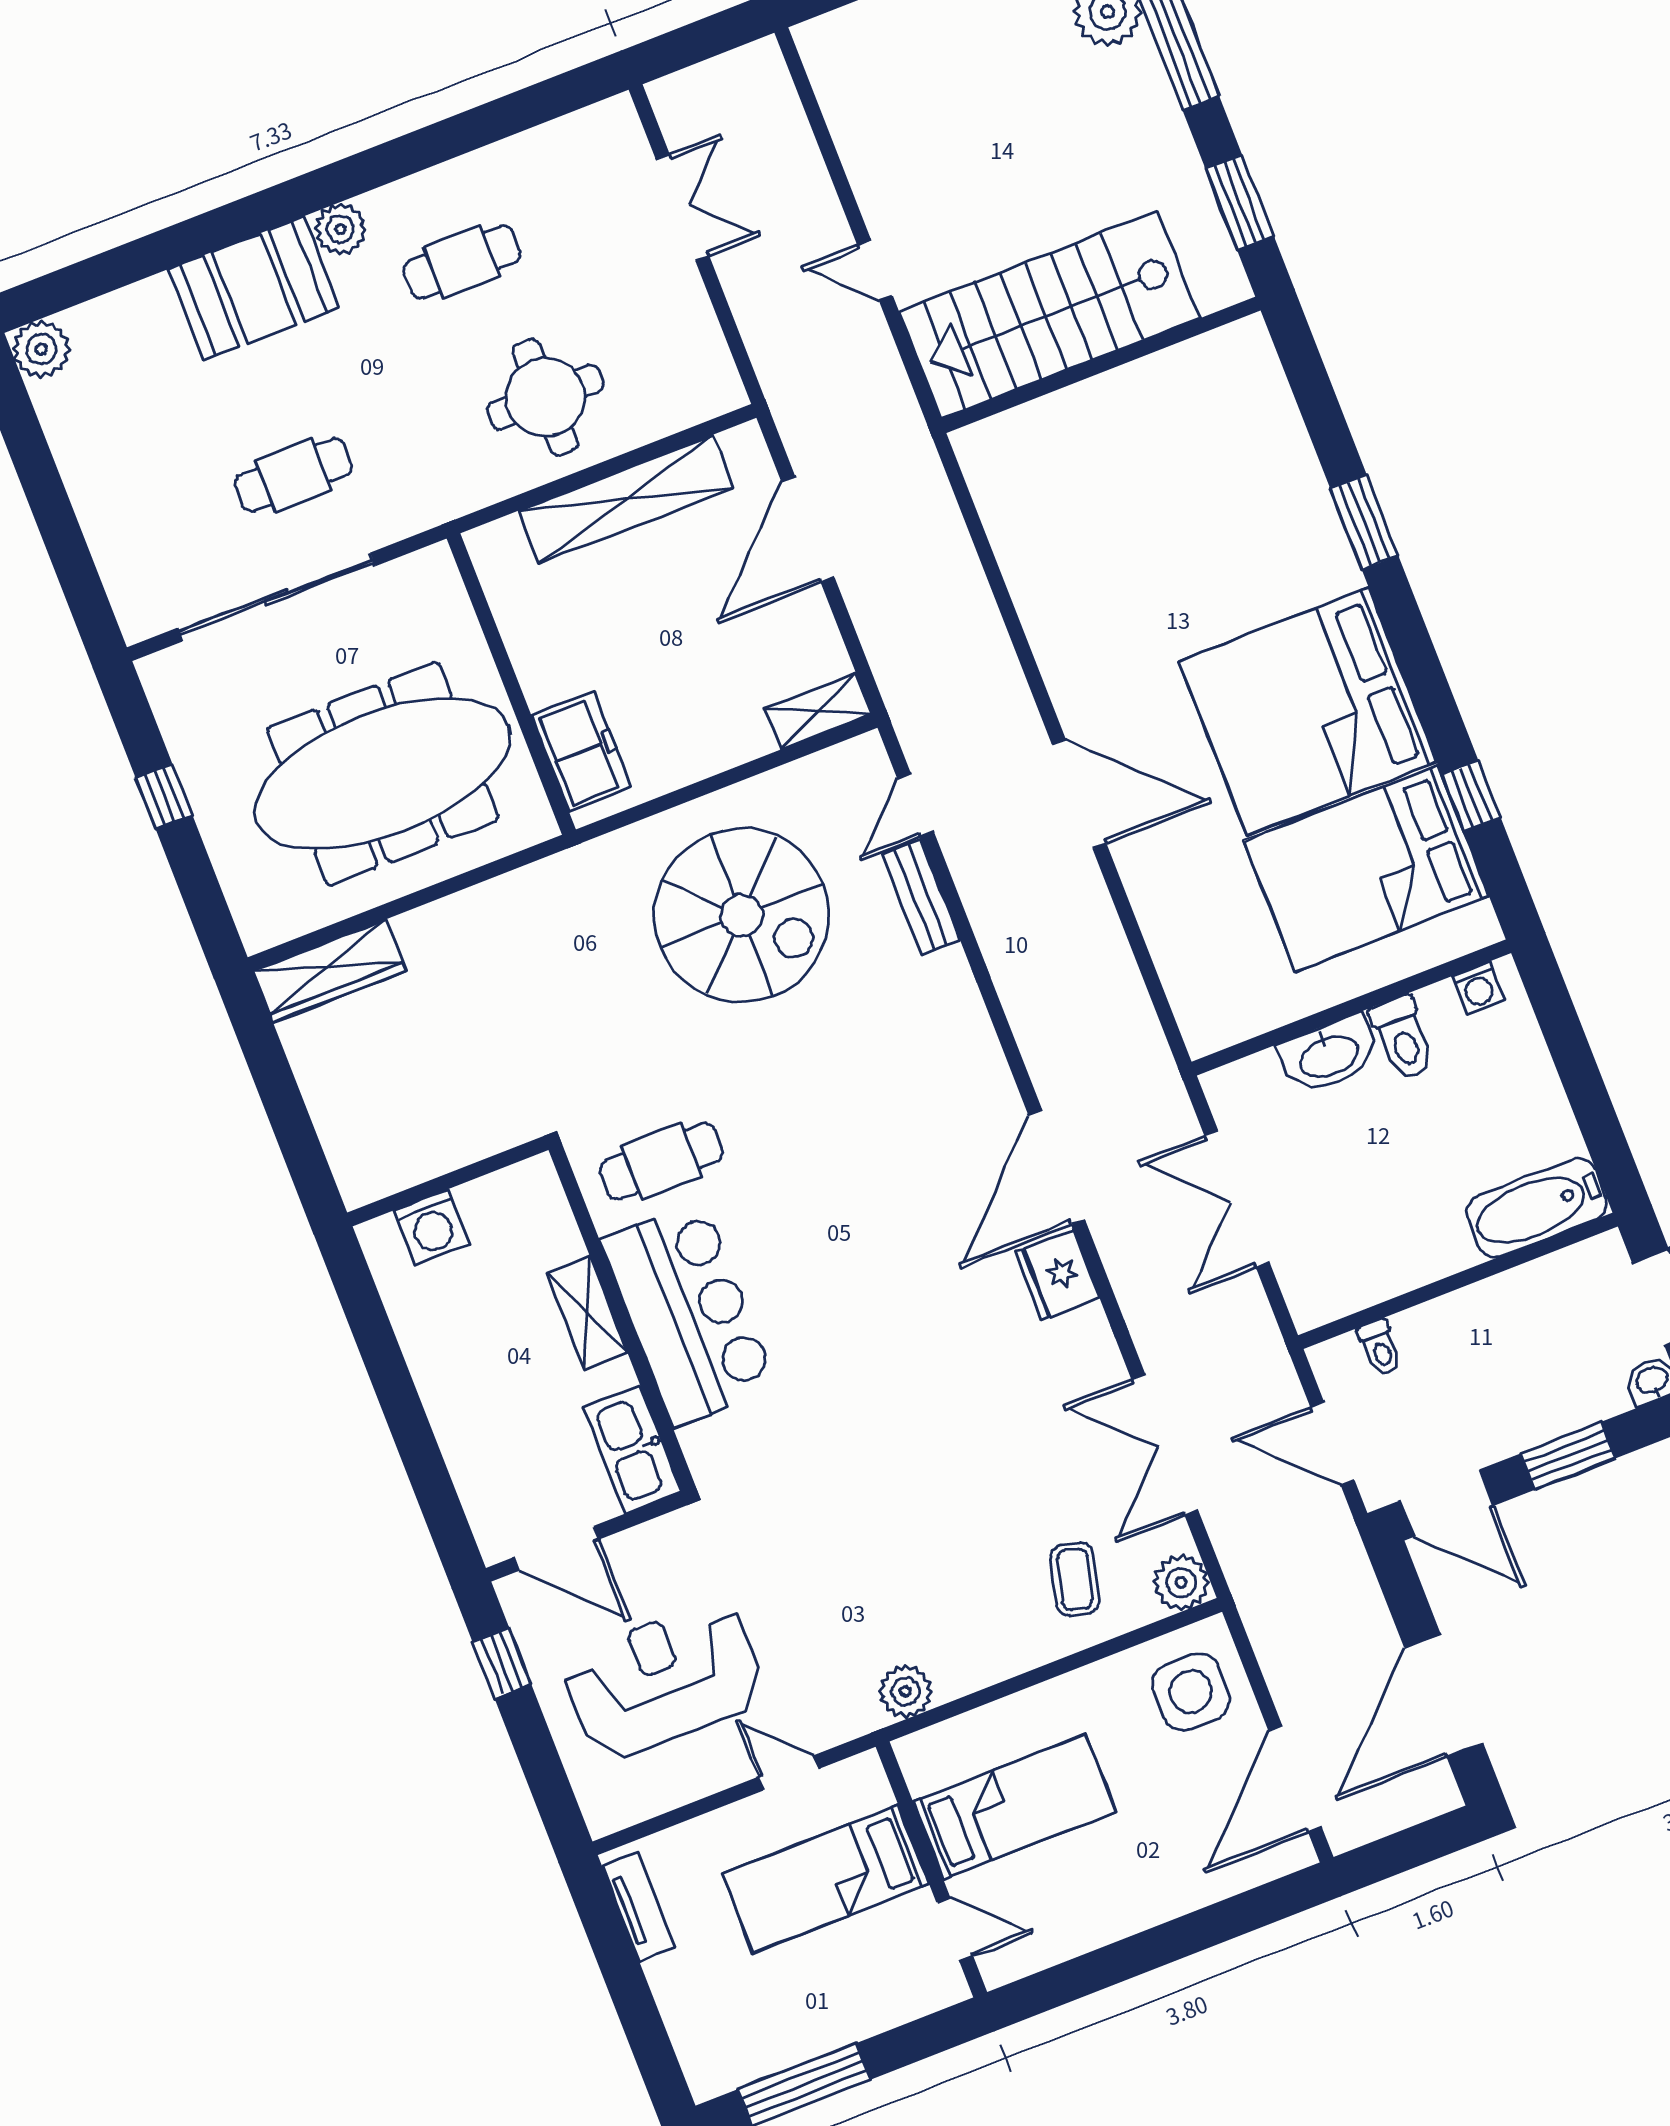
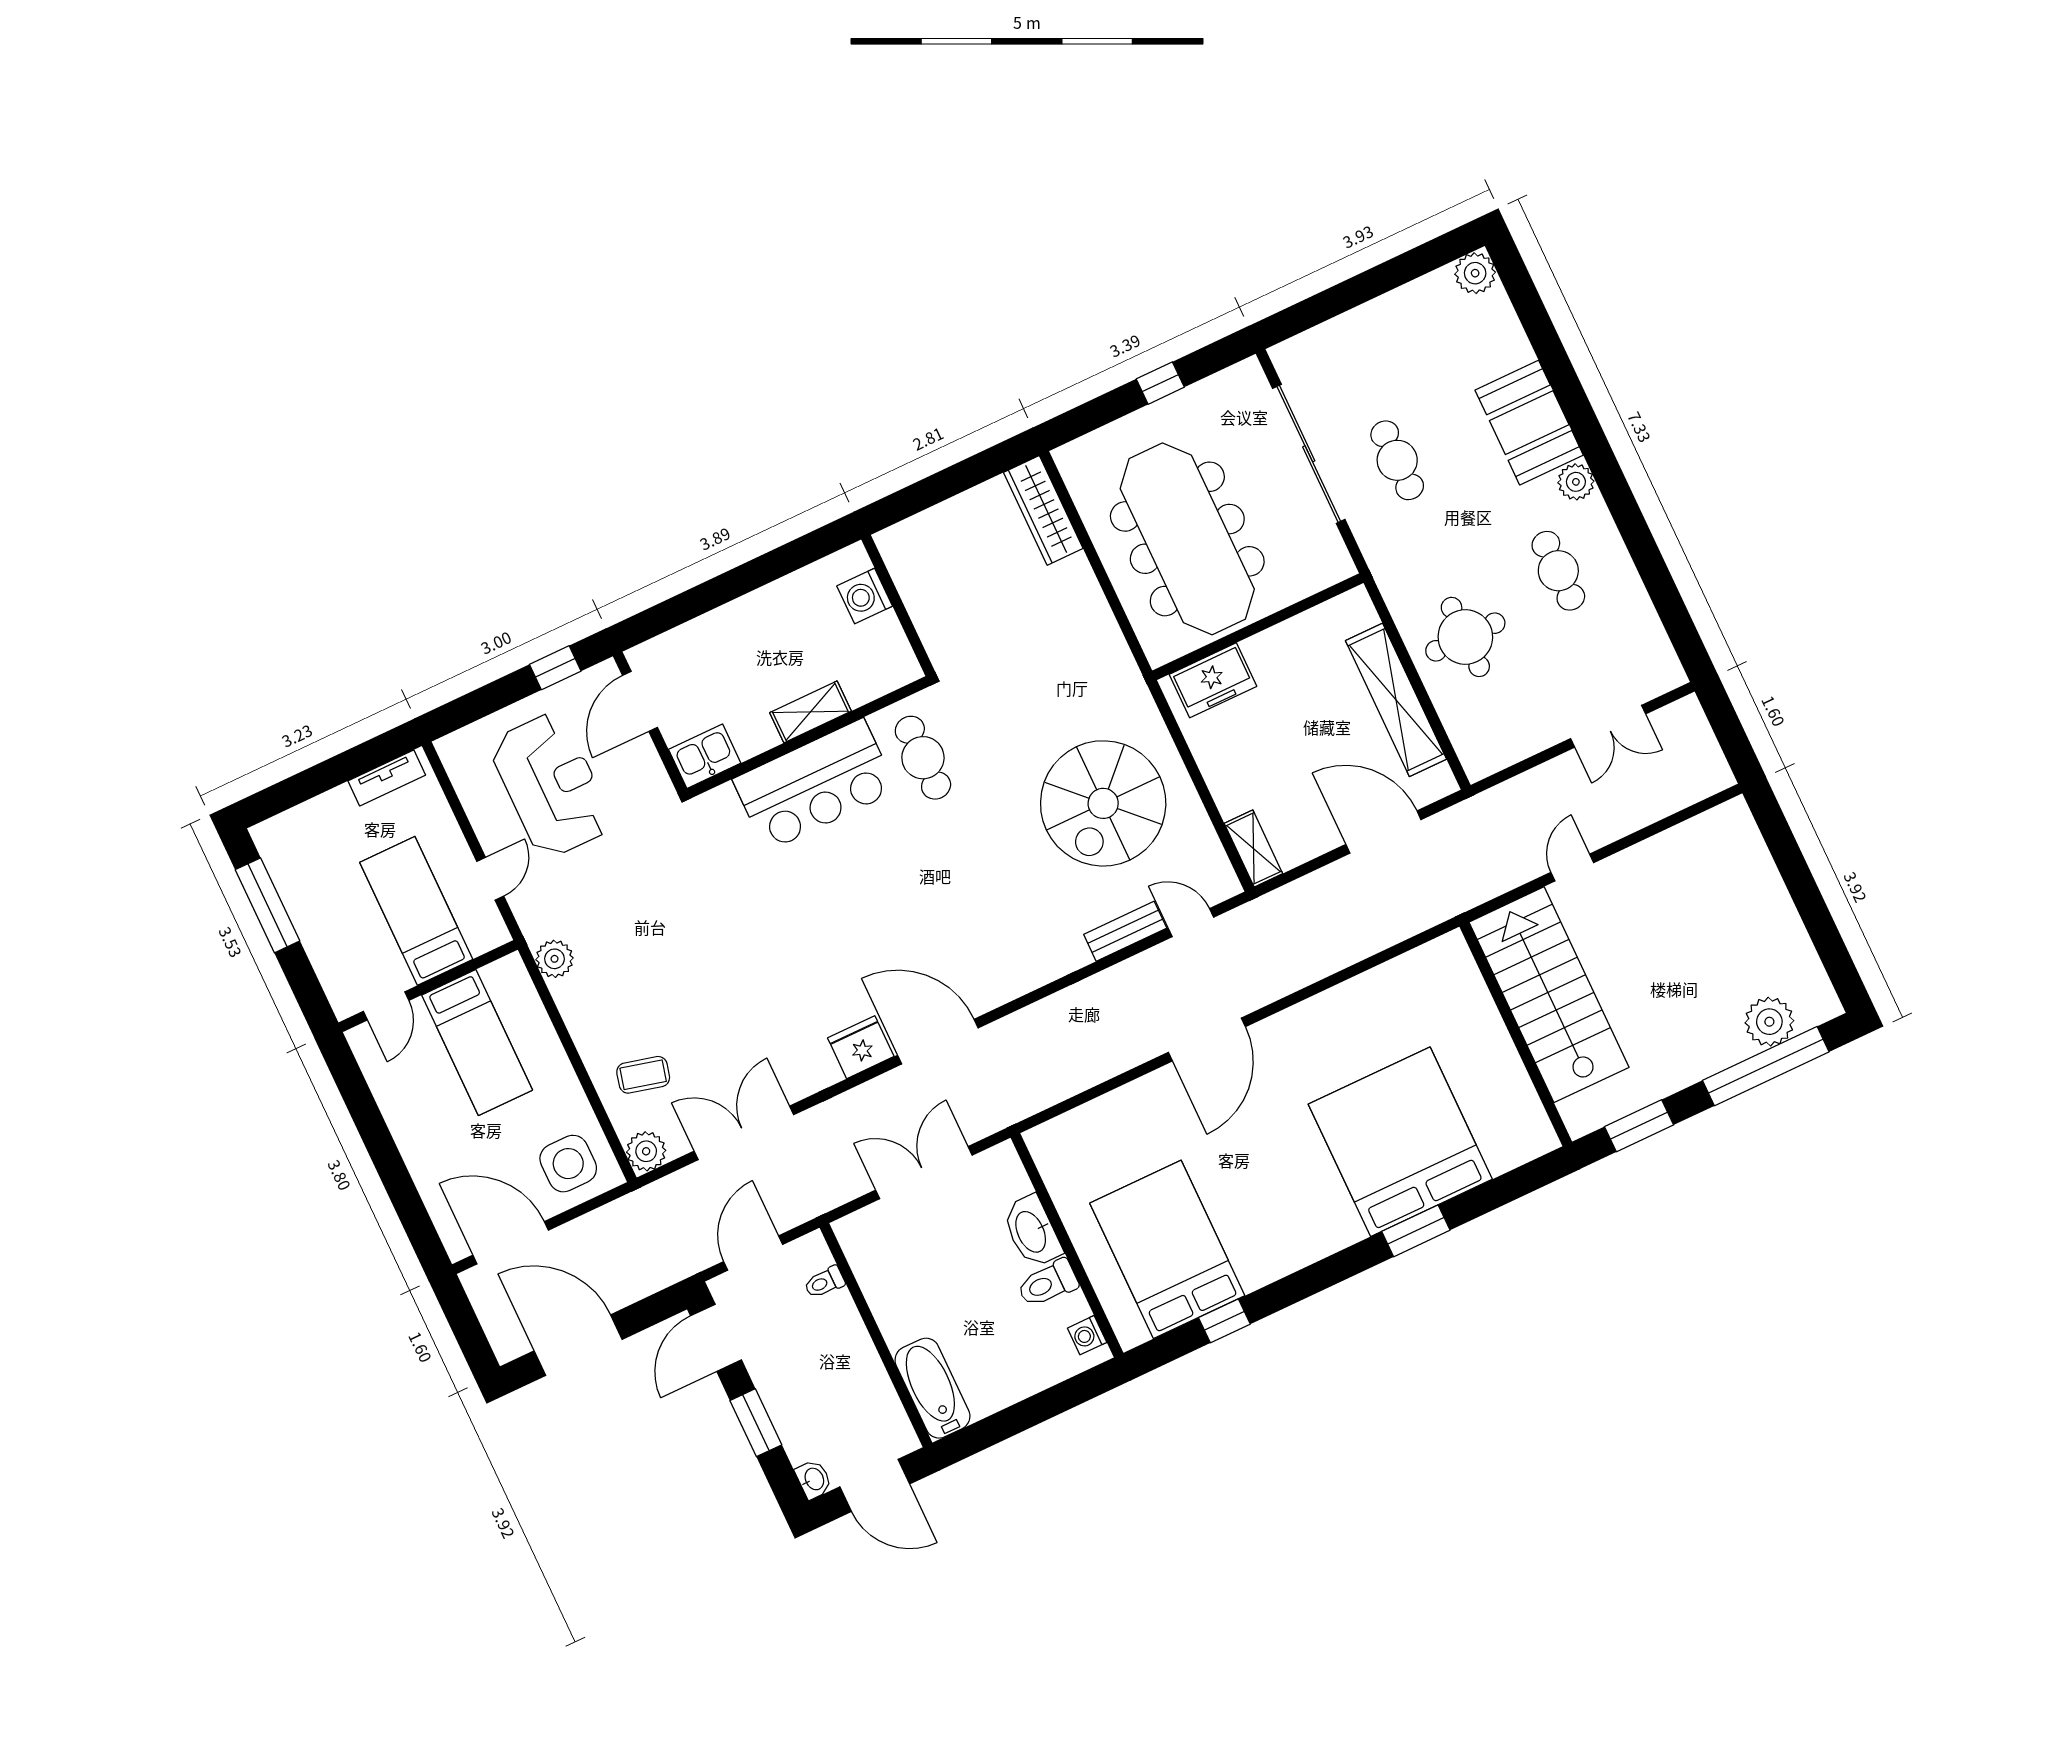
bed: (1308, 711) -> (1400, 1142), moved
kitchen sink: (633, 1449) -> (705, 756), width x0.73

